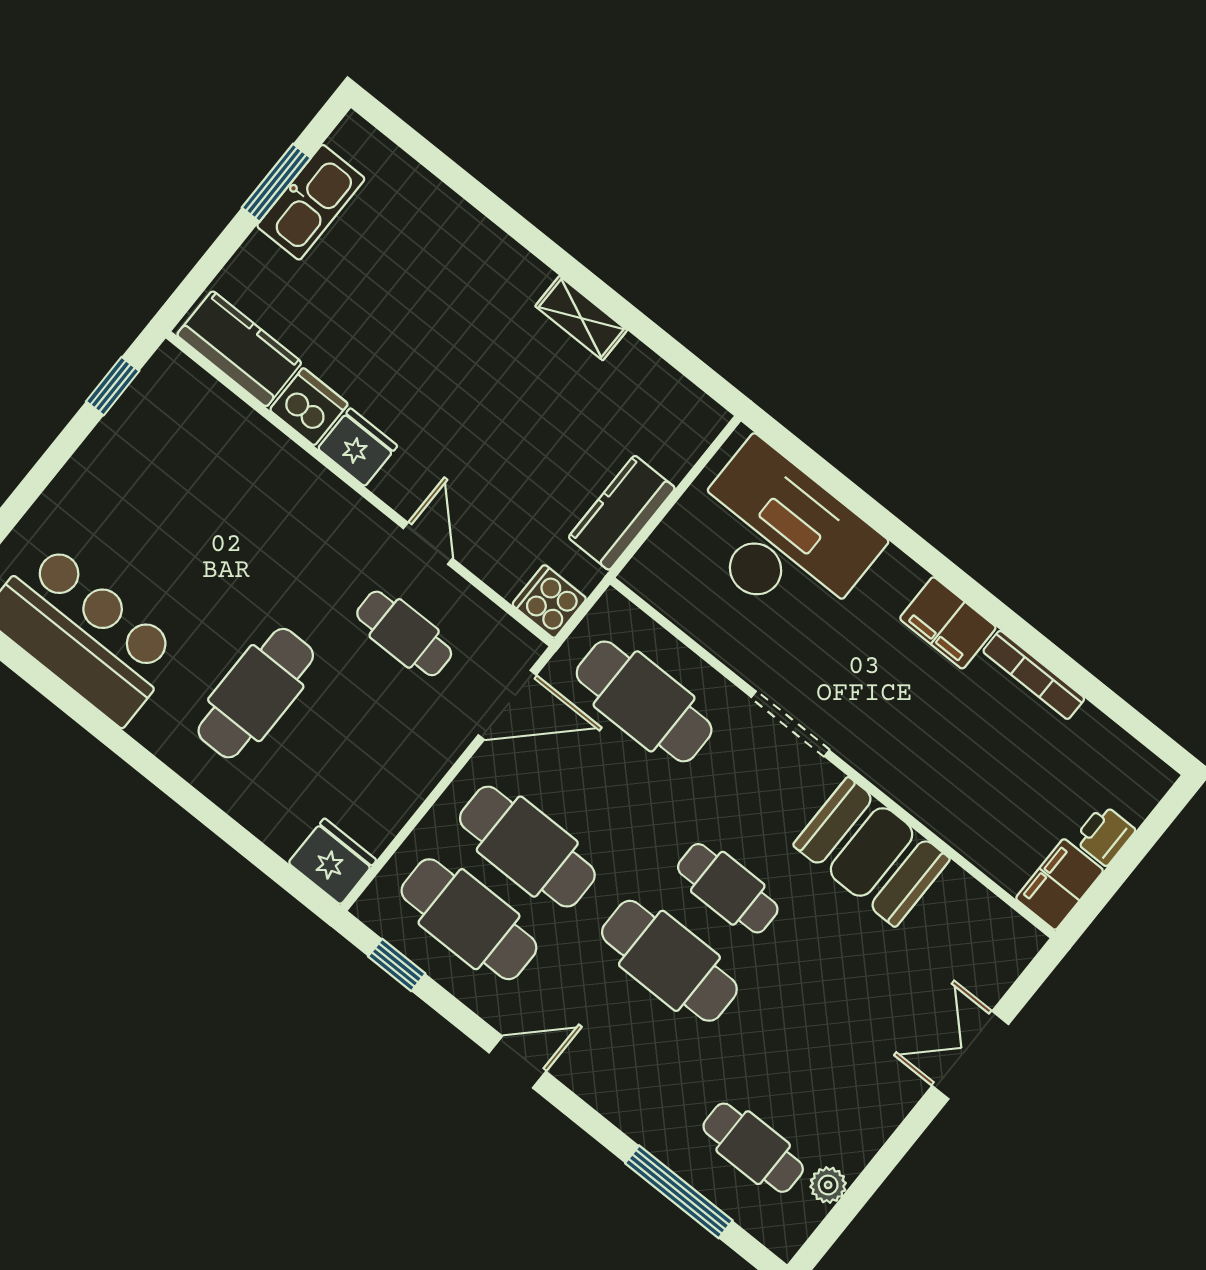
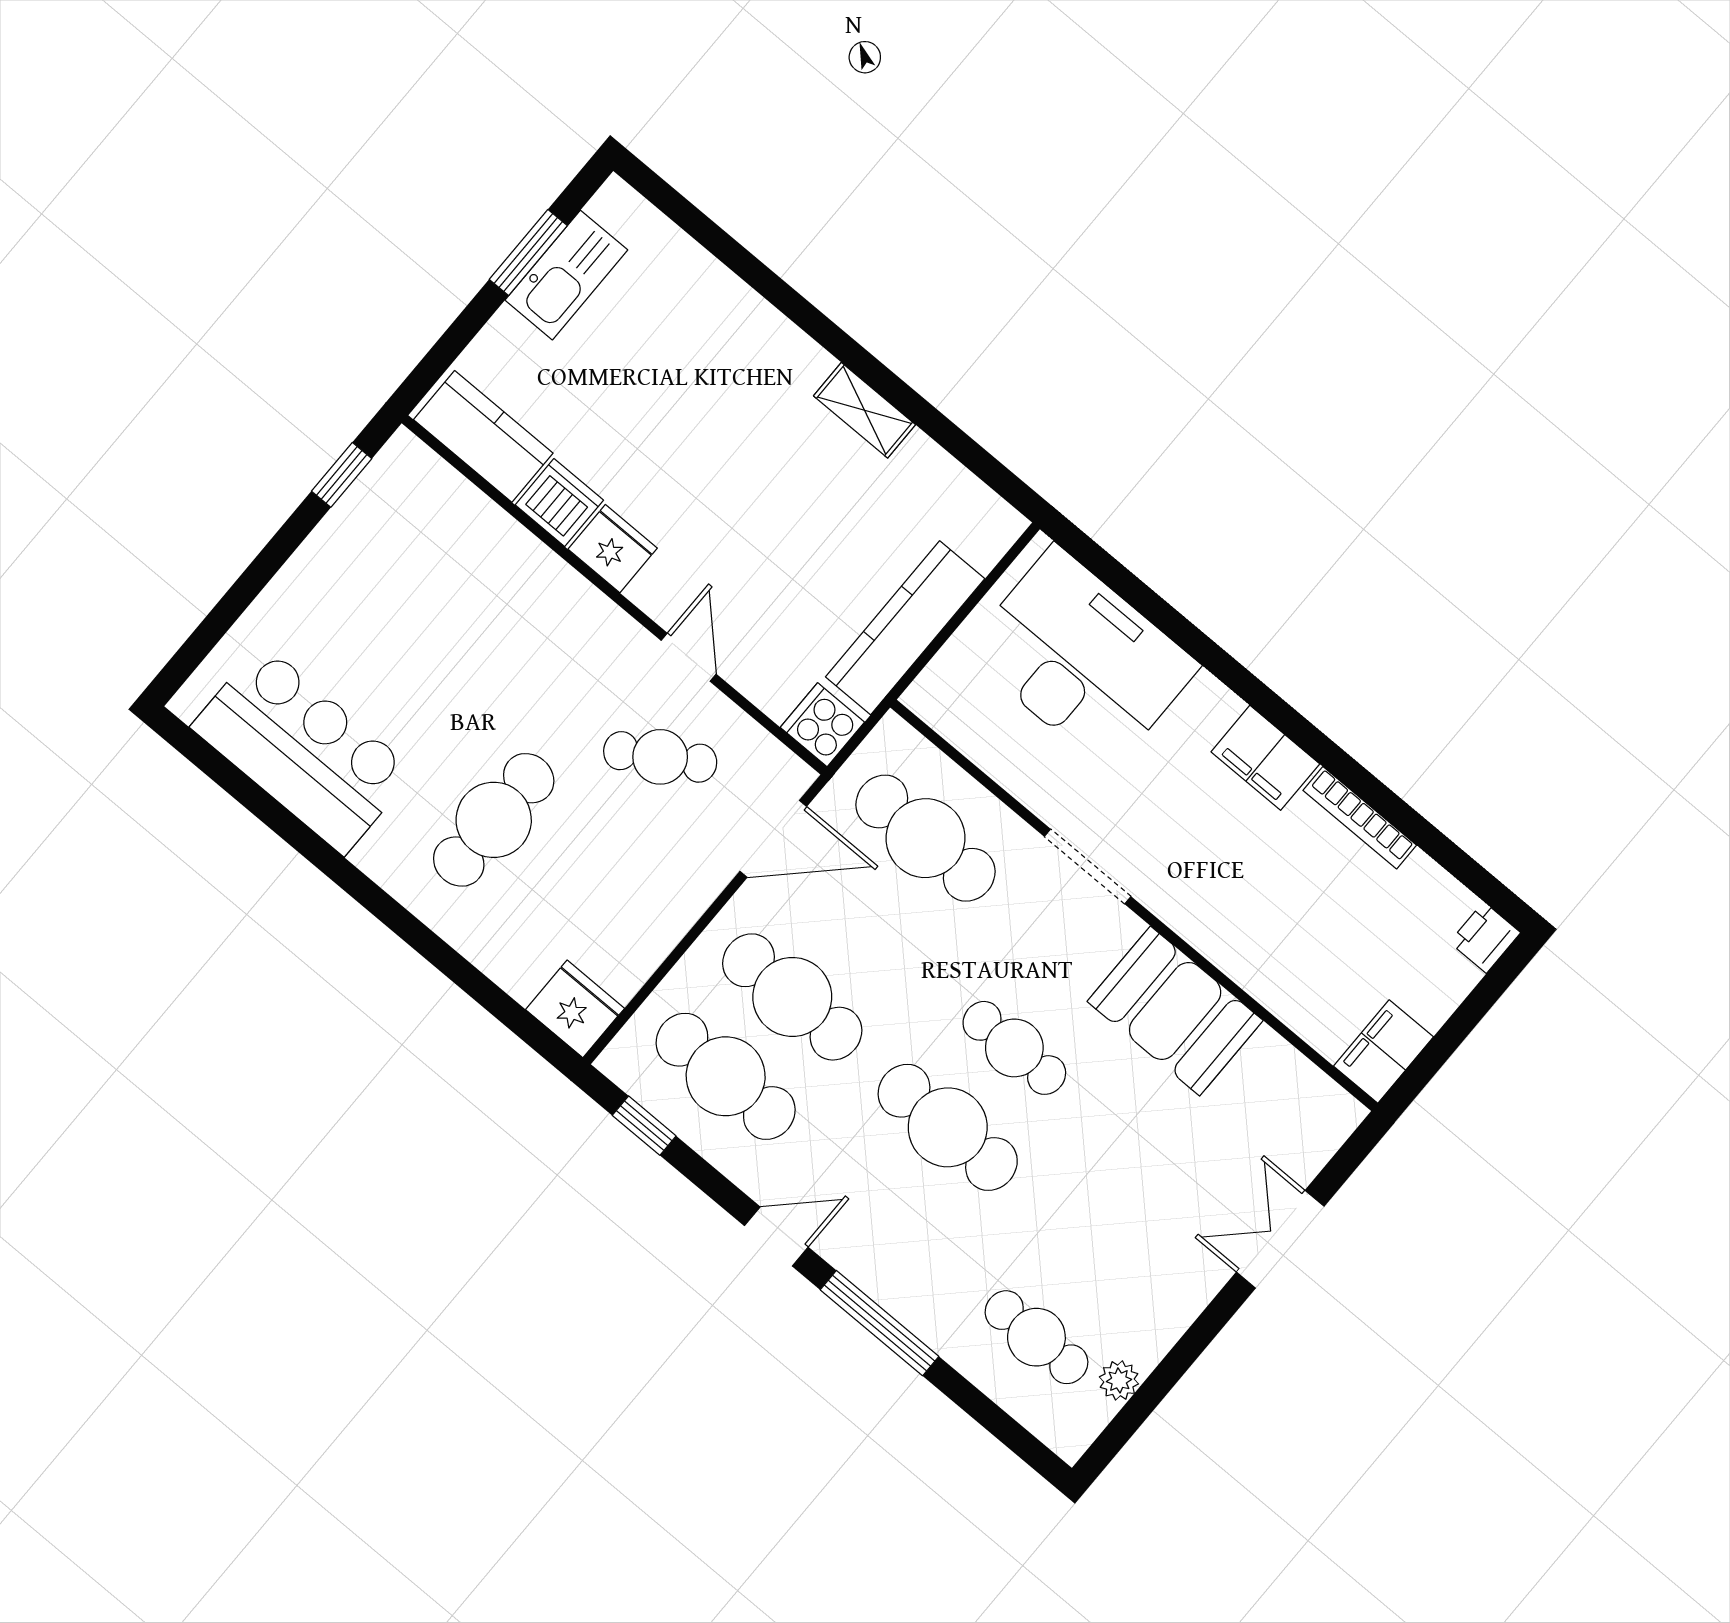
kitchen counter: (622, 513) -> (905, 628), width x1.50
cafe table: (404, 633) -> (660, 757), turned -31
printer: (1104, 835) -> (1485, 937), moved
window: (679, 1192) -> (879, 1323), moved

